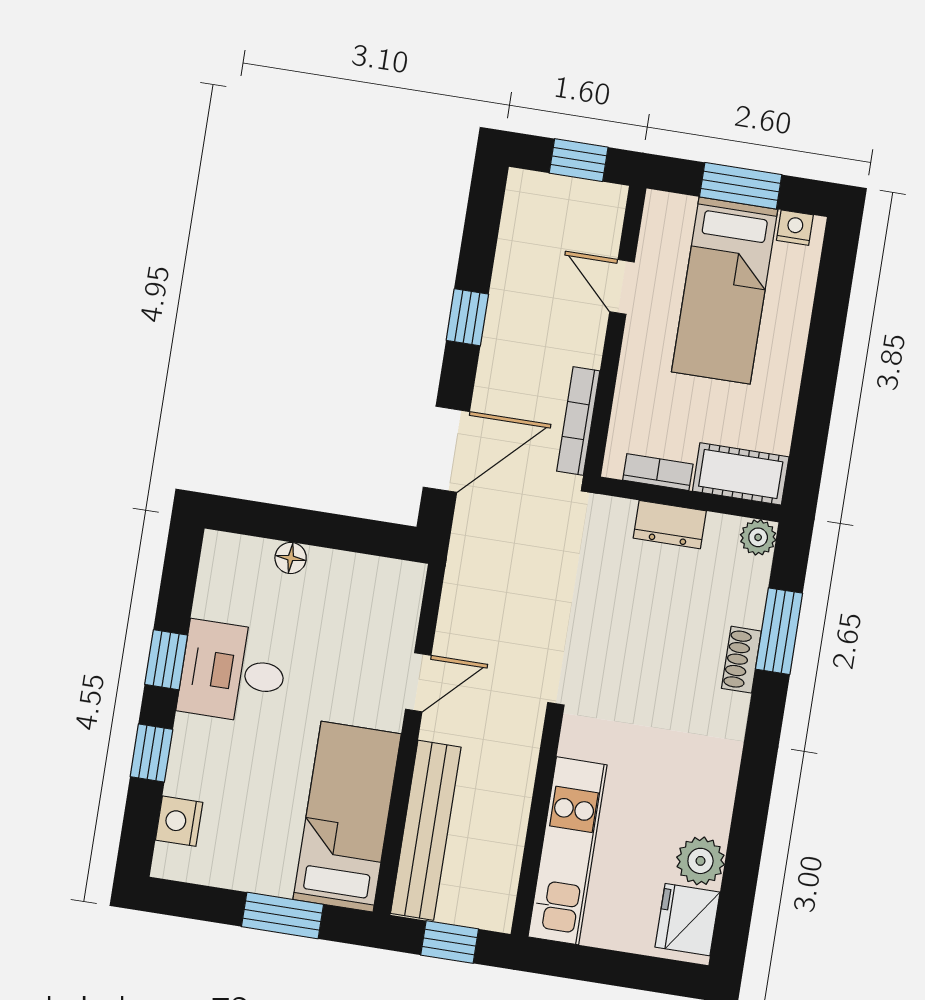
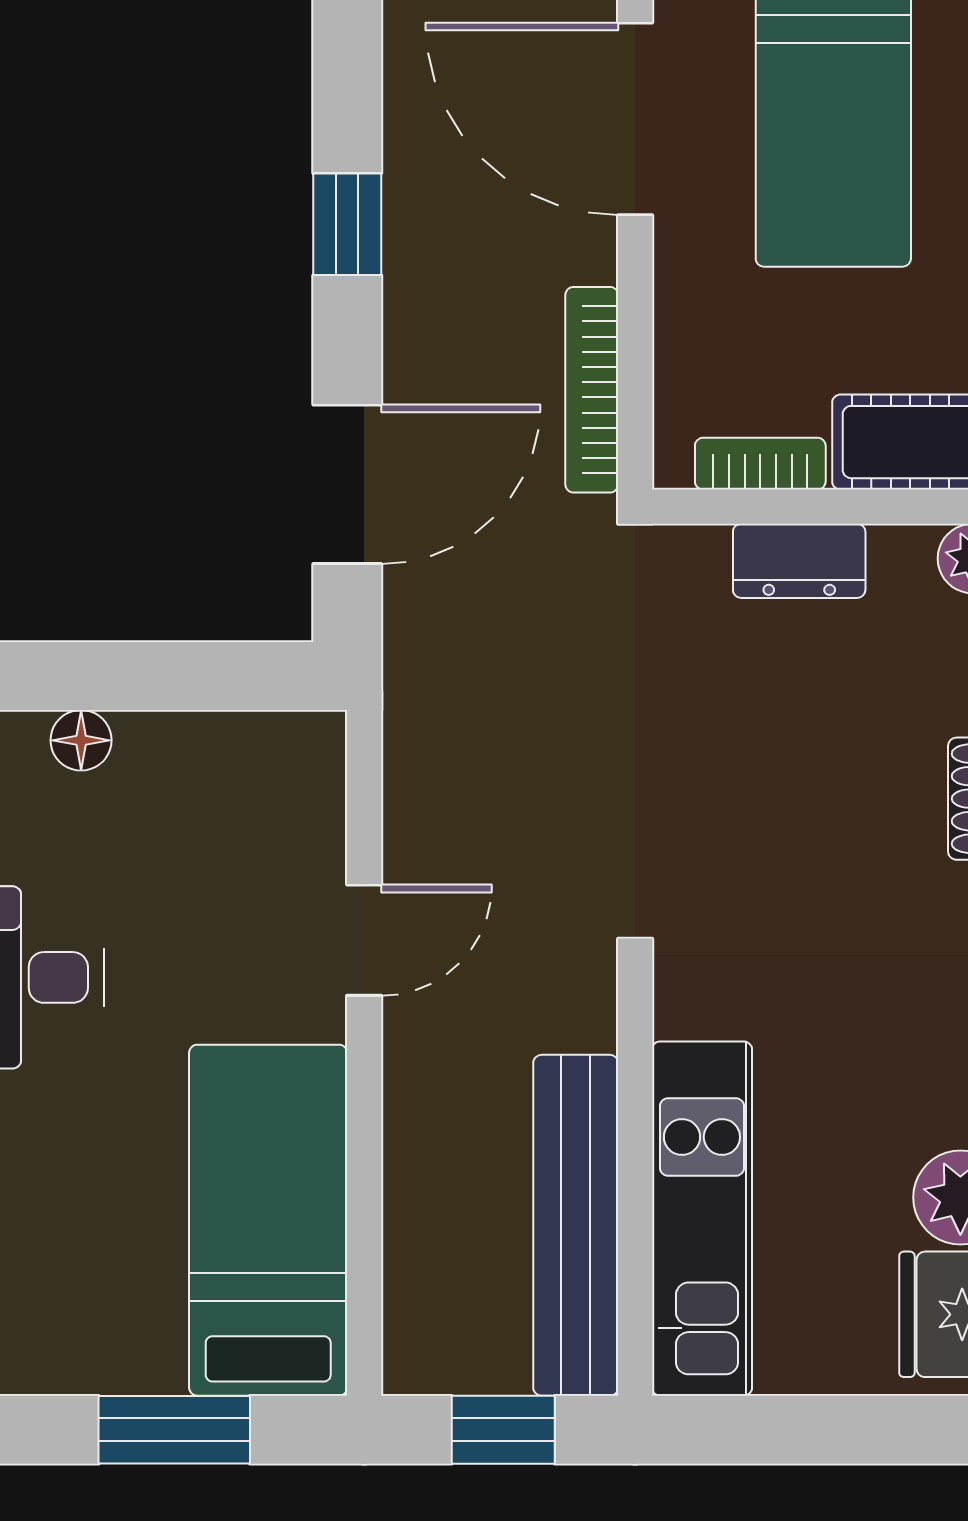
door: (622, 287) -> (635, 119), width x1.88
bench: (426, 830) -> (576, 1225), moved

